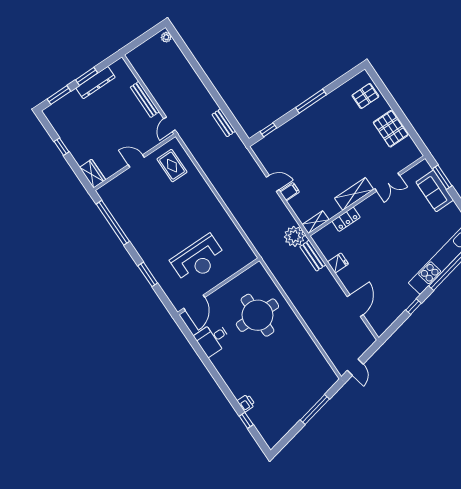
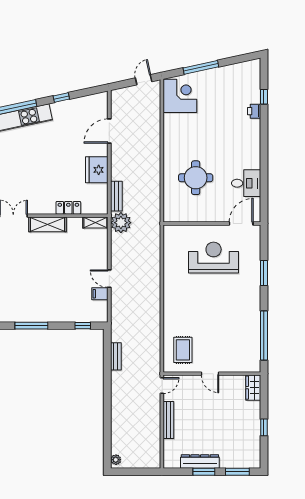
filing cabinet: (290, 192) -> (100, 294), moved
fridge: (338, 263) -> (97, 170), width x1.88, depth x1.34
round table: (257, 315) -> (196, 178), width x0.73, depth x0.73
corner desk: (316, 374) -> (180, 96), added

